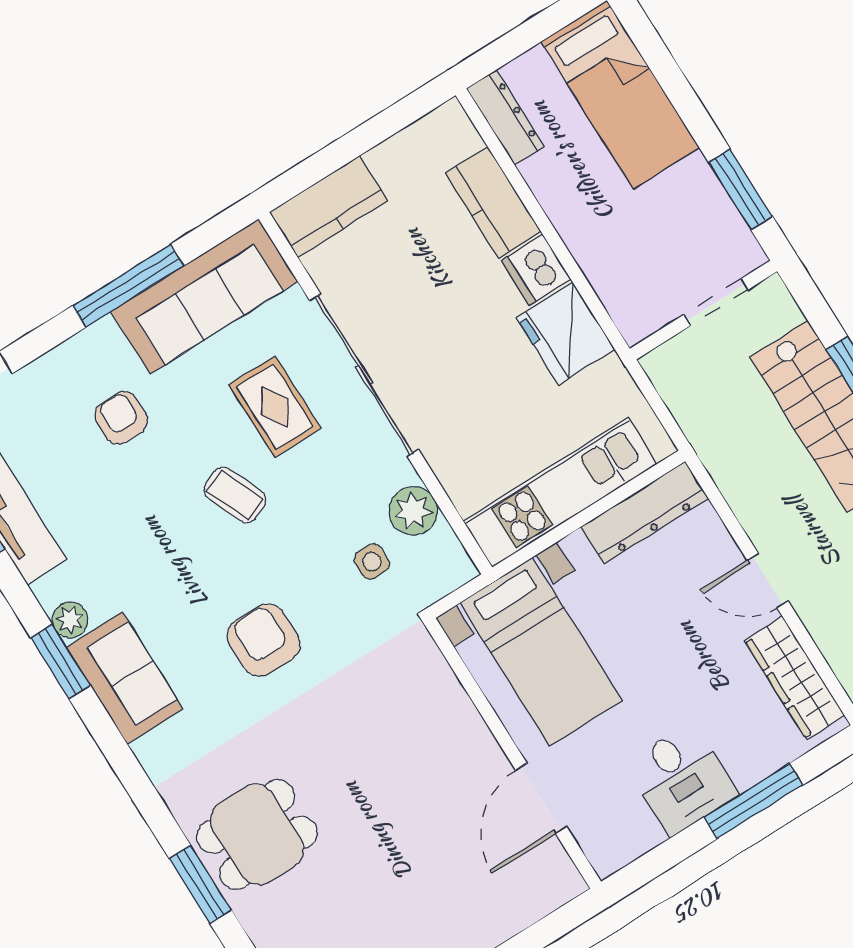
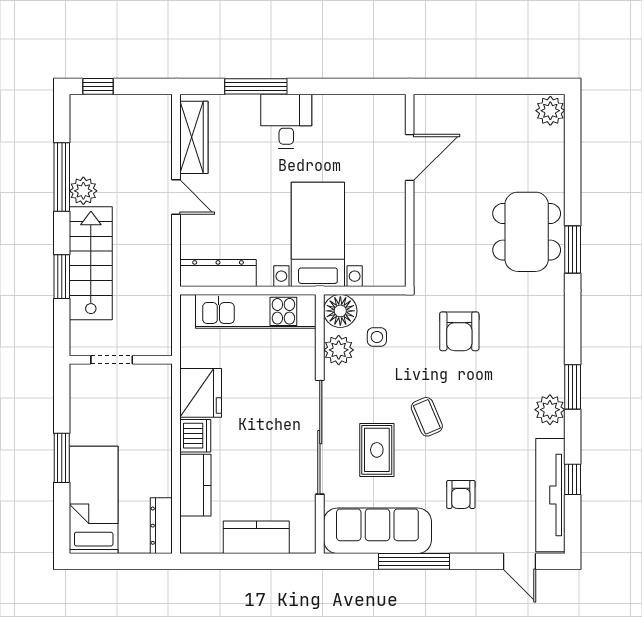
window: (741, 189) -> (62, 458), moved
kitchen counter: (328, 206) -> (256, 537), moved
floor lamp: (445, 566) -> (340, 311), added
plant: (70, 620) -> (550, 410), width x1.38, depth x1.38
sofa: (125, 678) -> (544, 357), removed
wall: (513, 753) -> (410, 190), moved
door: (541, 798) -> (410, 158), moved
dining table: (257, 835) -> (527, 232), width x1.38
window: (200, 884) -> (573, 249), moved

